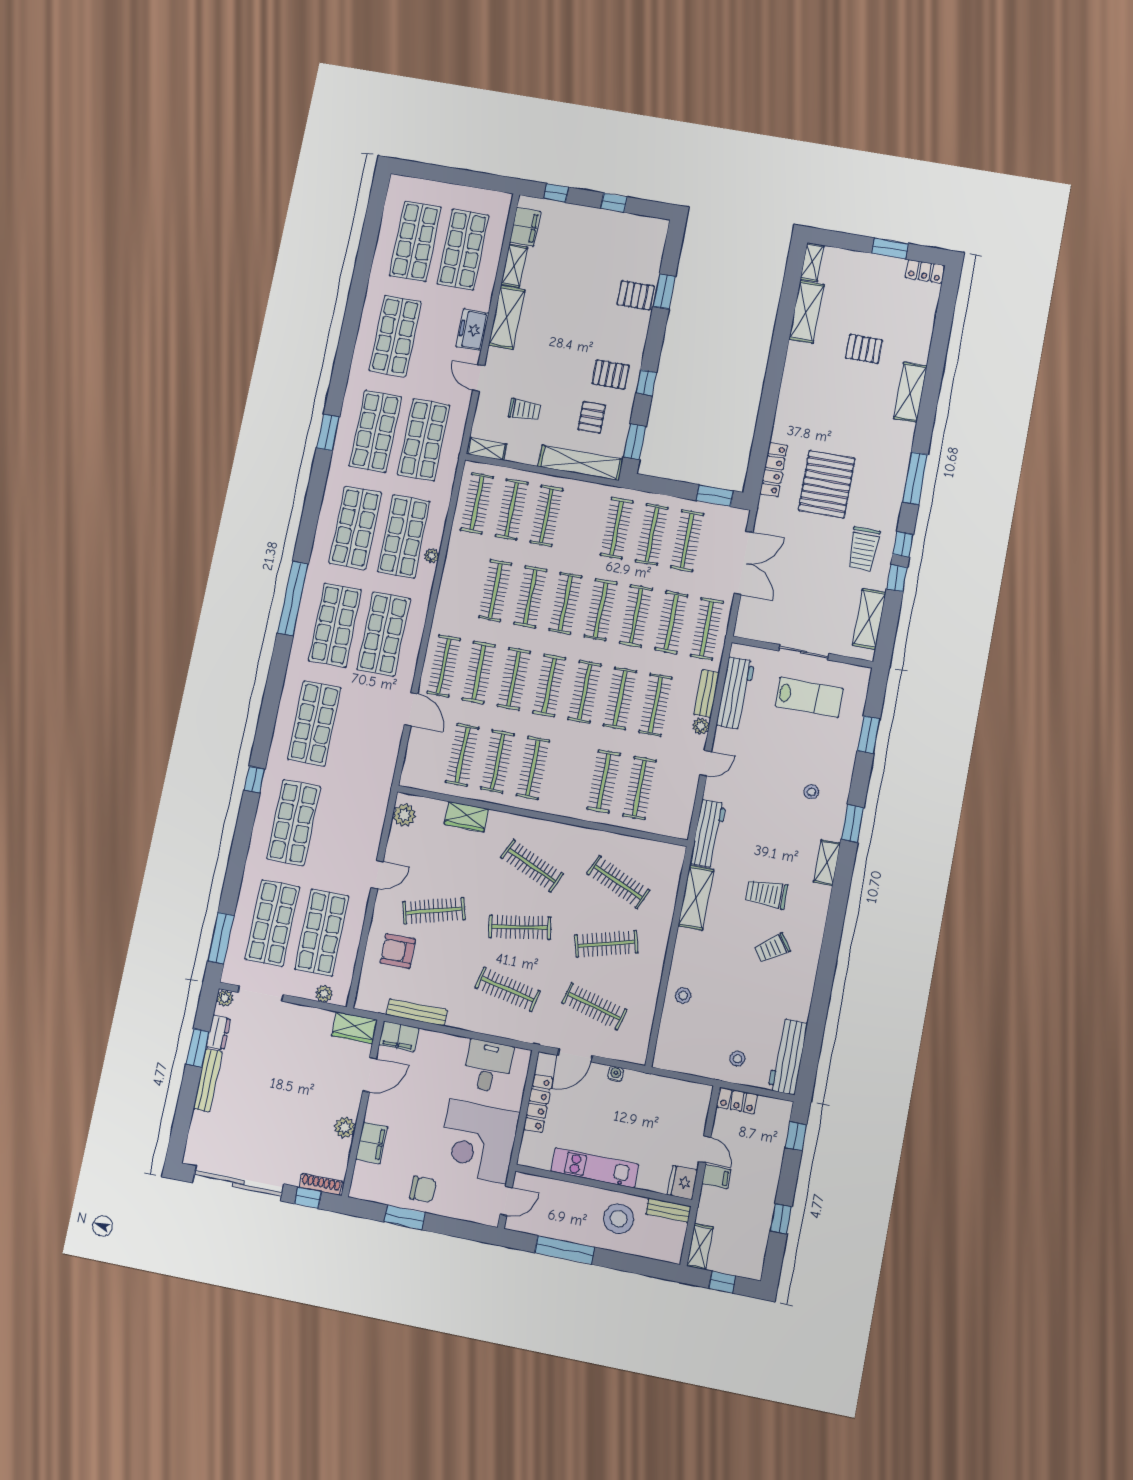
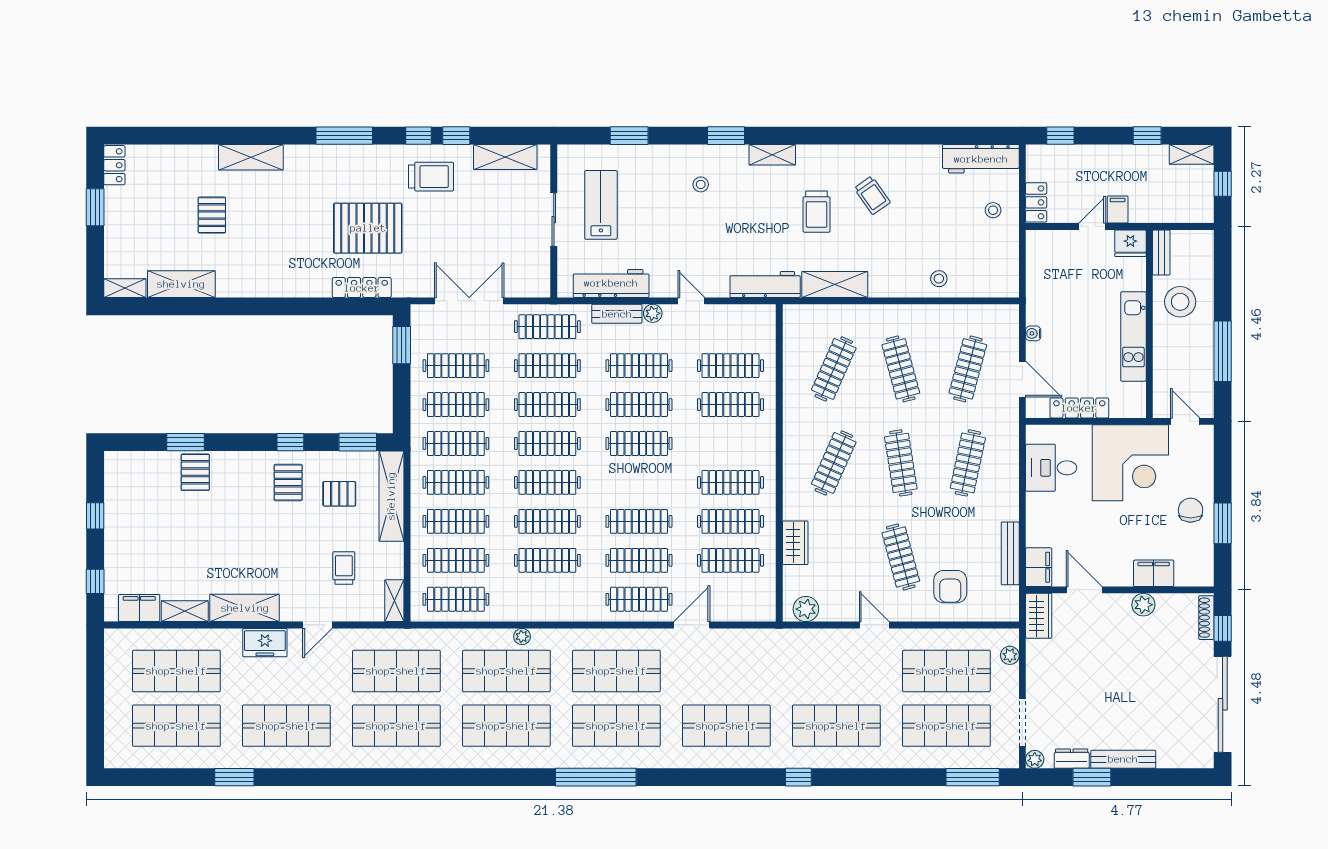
window: (328, 432) -> (234, 777), moved
clothes rail: (549, 685) -> (456, 482), moved
shelving: (700, 1247) -> (1192, 154), moved

